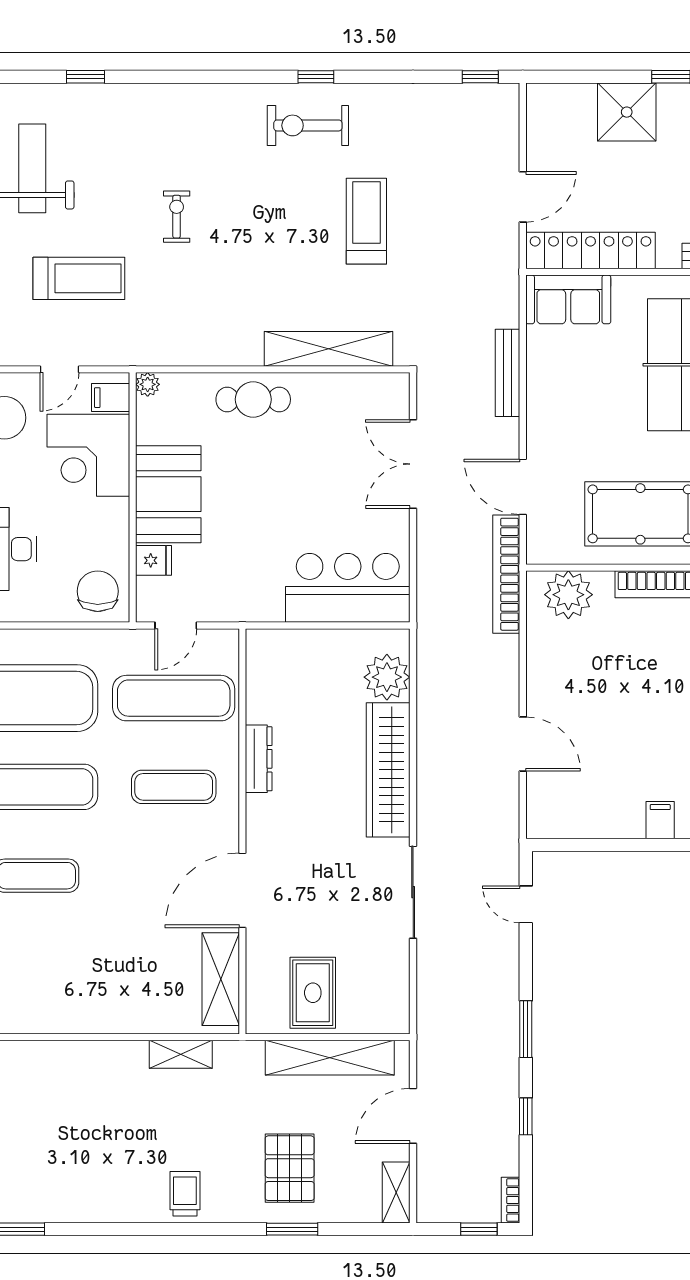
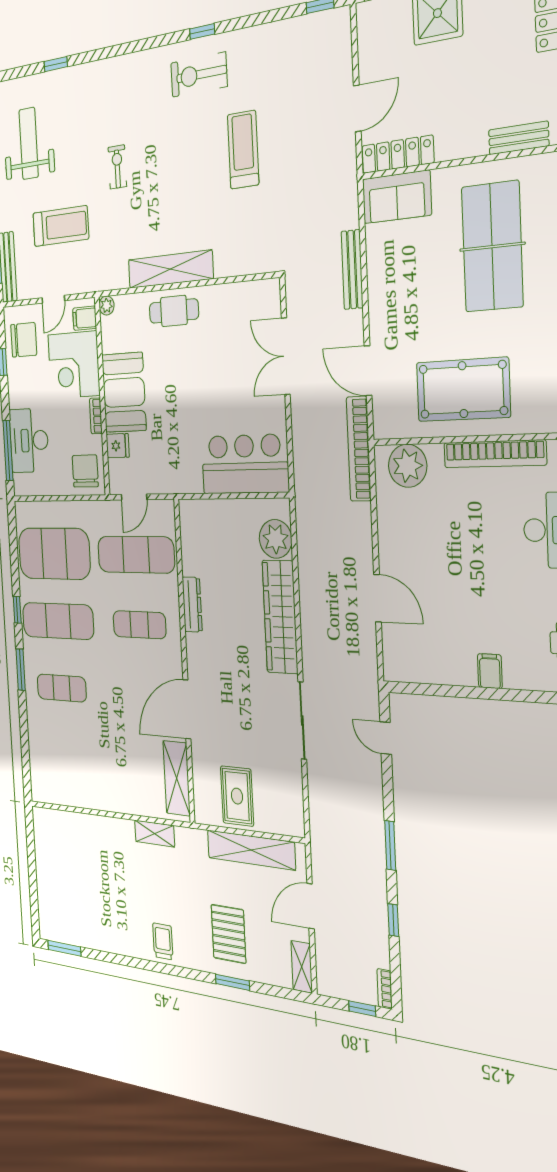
locker: (591, 250) -> (398, 154), width x0.71, depth x0.83
shelving: (329, 349) -> (170, 269), moved
bookcase: (120, 522) -> (96, 416), added

